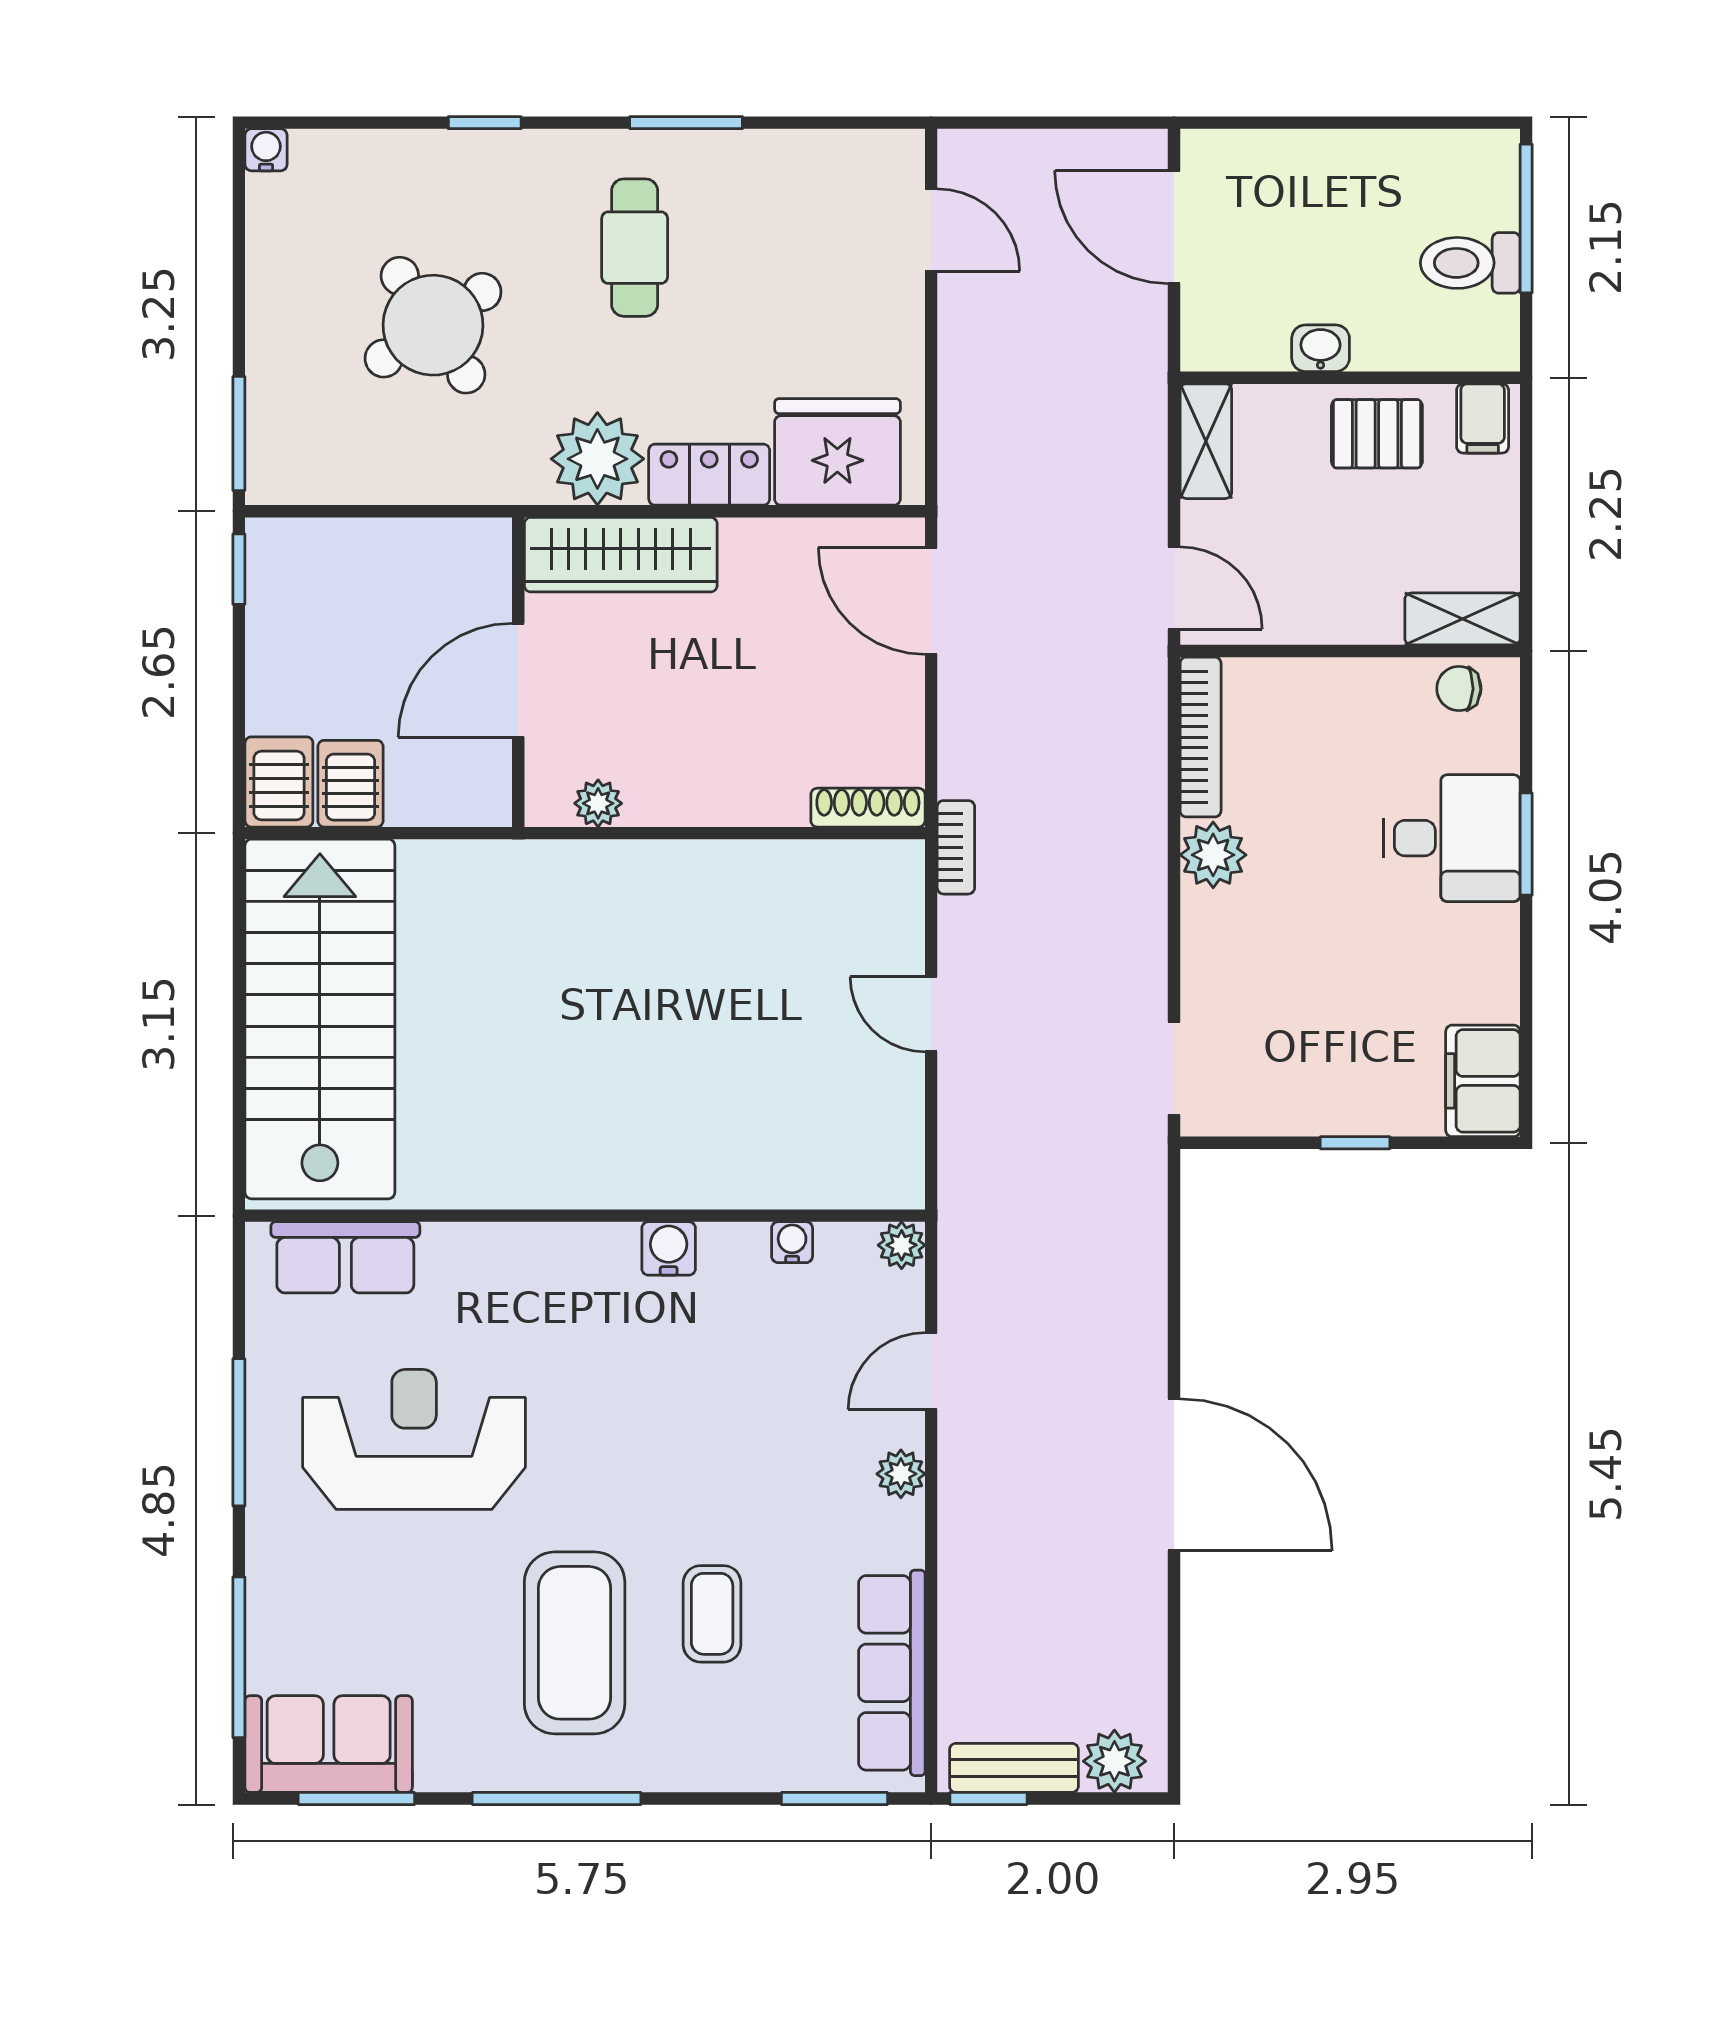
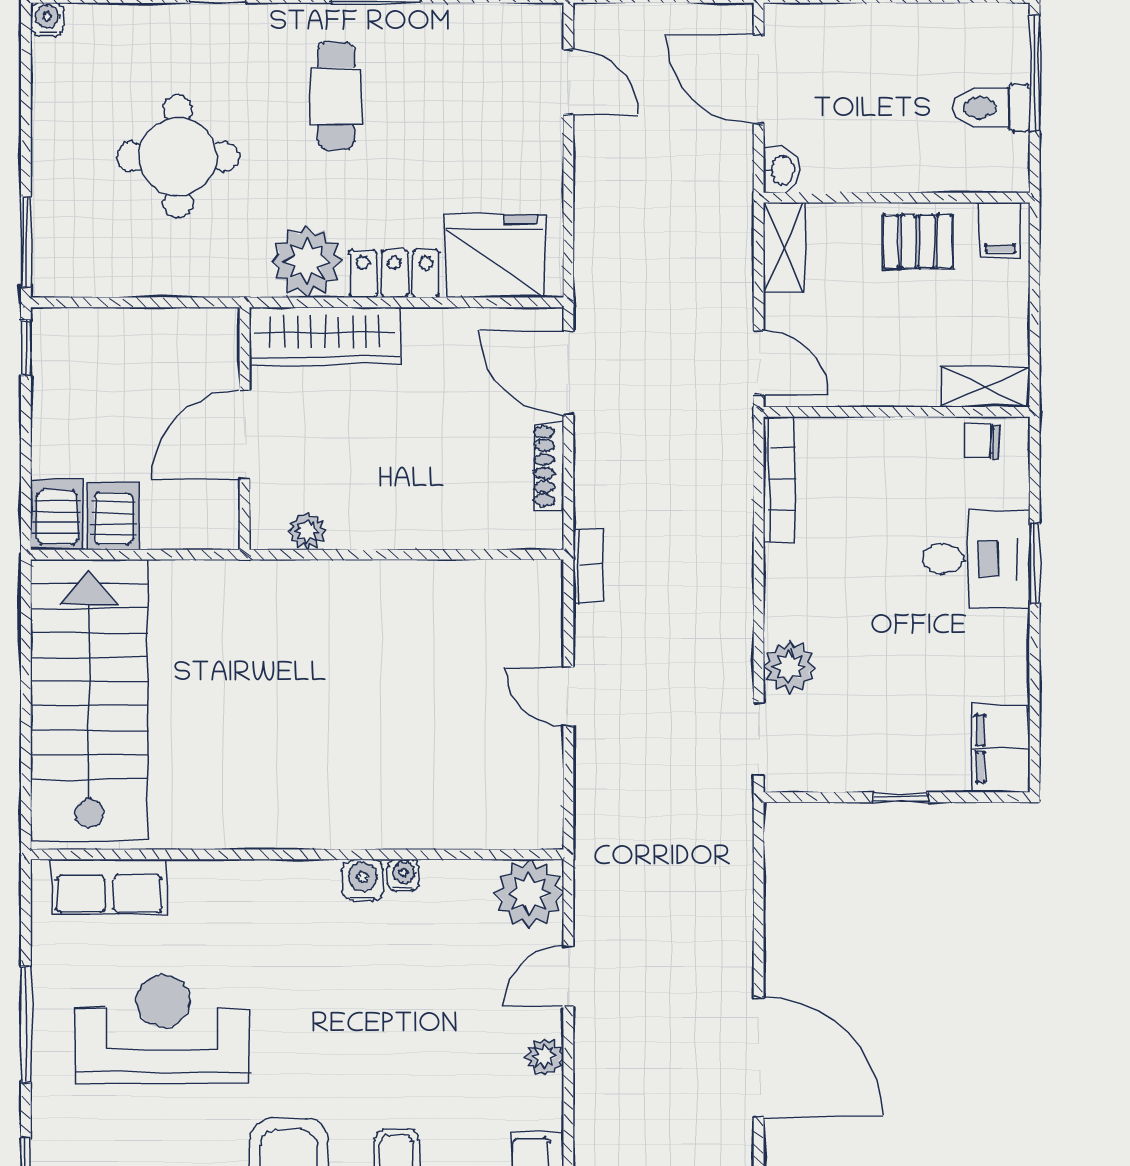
round table: (433, 325) -> (178, 157), turned 34
washbasin: (1321, 348) -> (782, 170), moved, turned 90
shoe rack: (868, 808) -> (548, 466), moved, turned -90
plant: (1213, 855) -> (789, 667), moved
water cooler: (792, 1242) -> (403, 875), moved
plant: (902, 1245) -> (529, 894), width x1.87, depth x1.87

